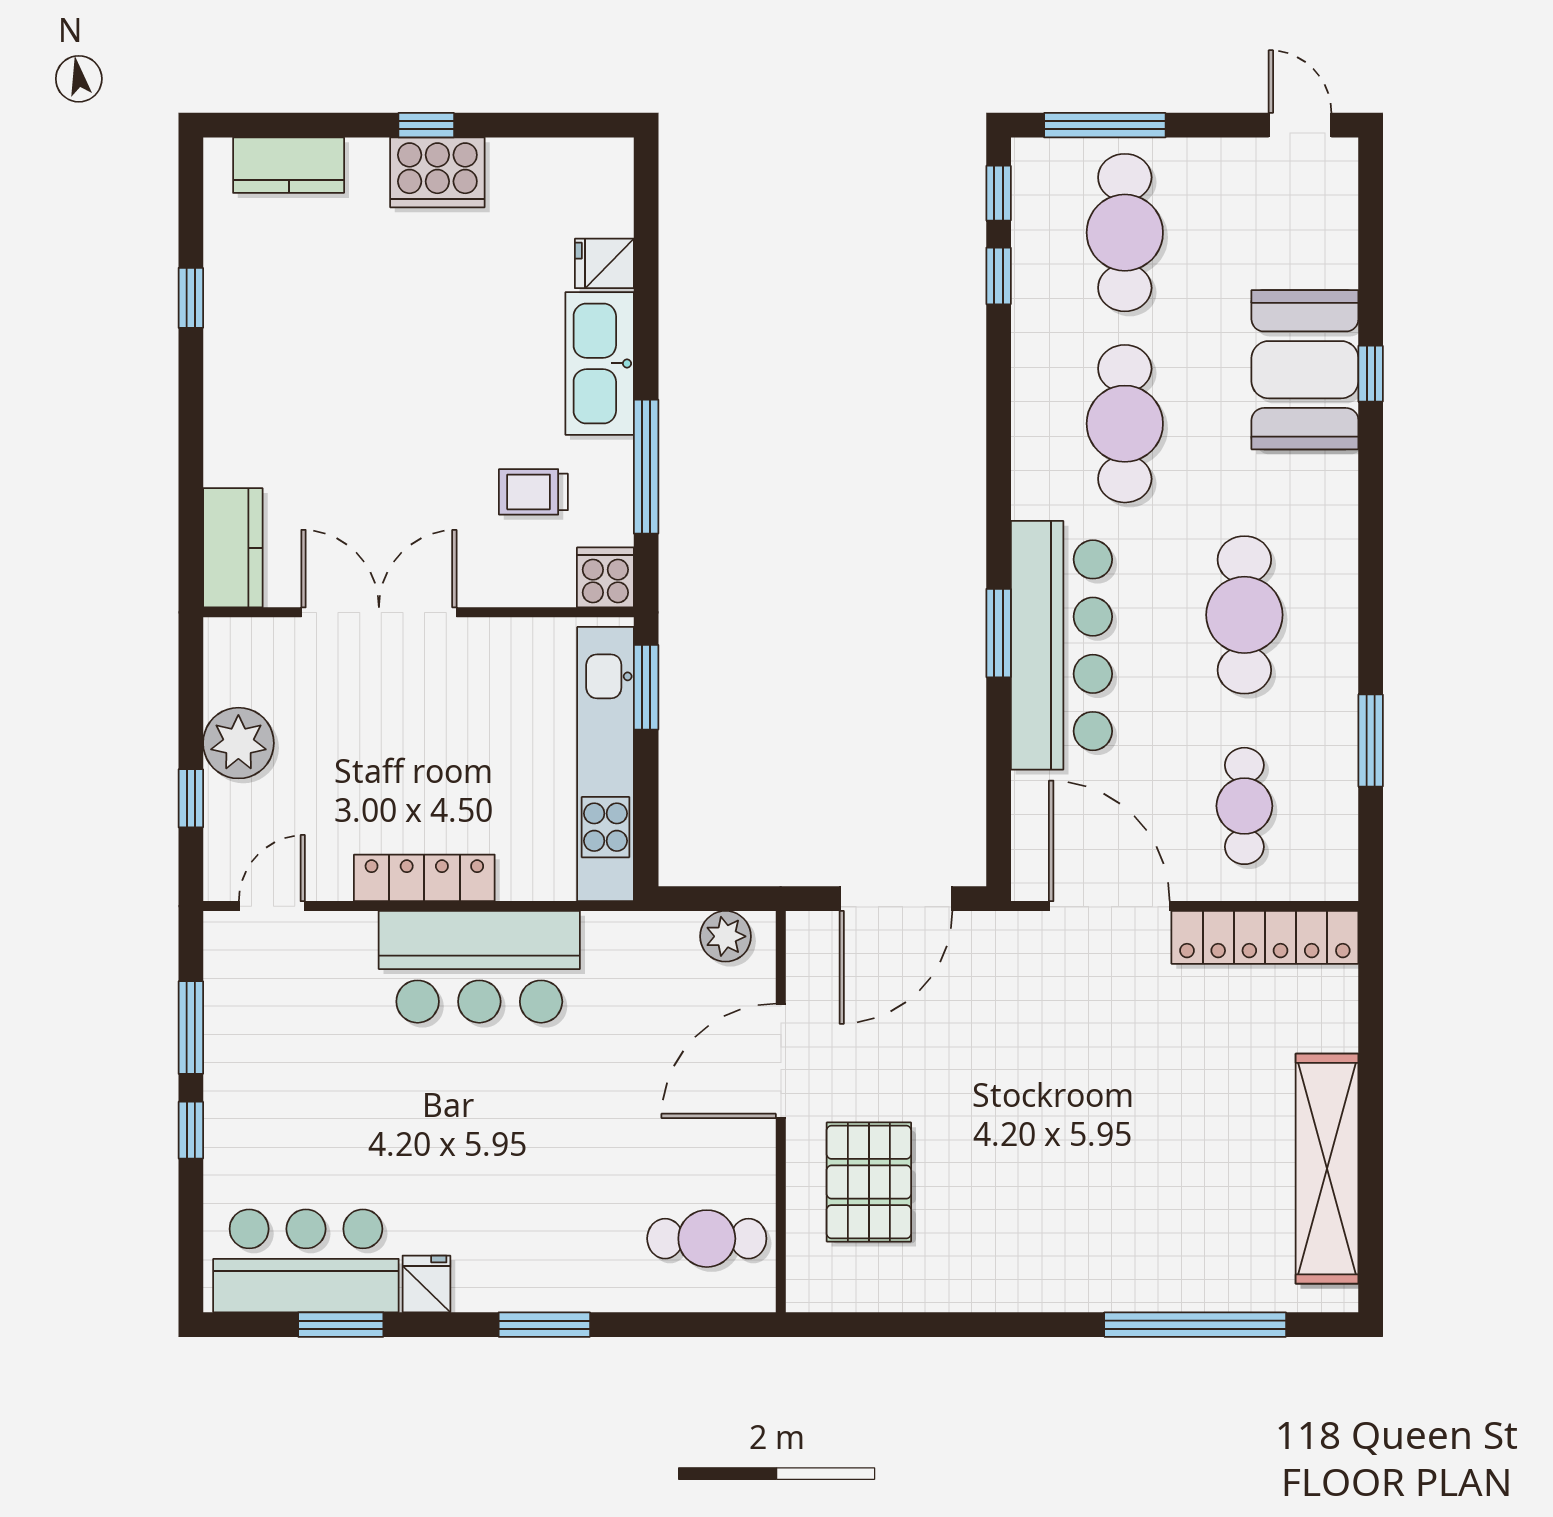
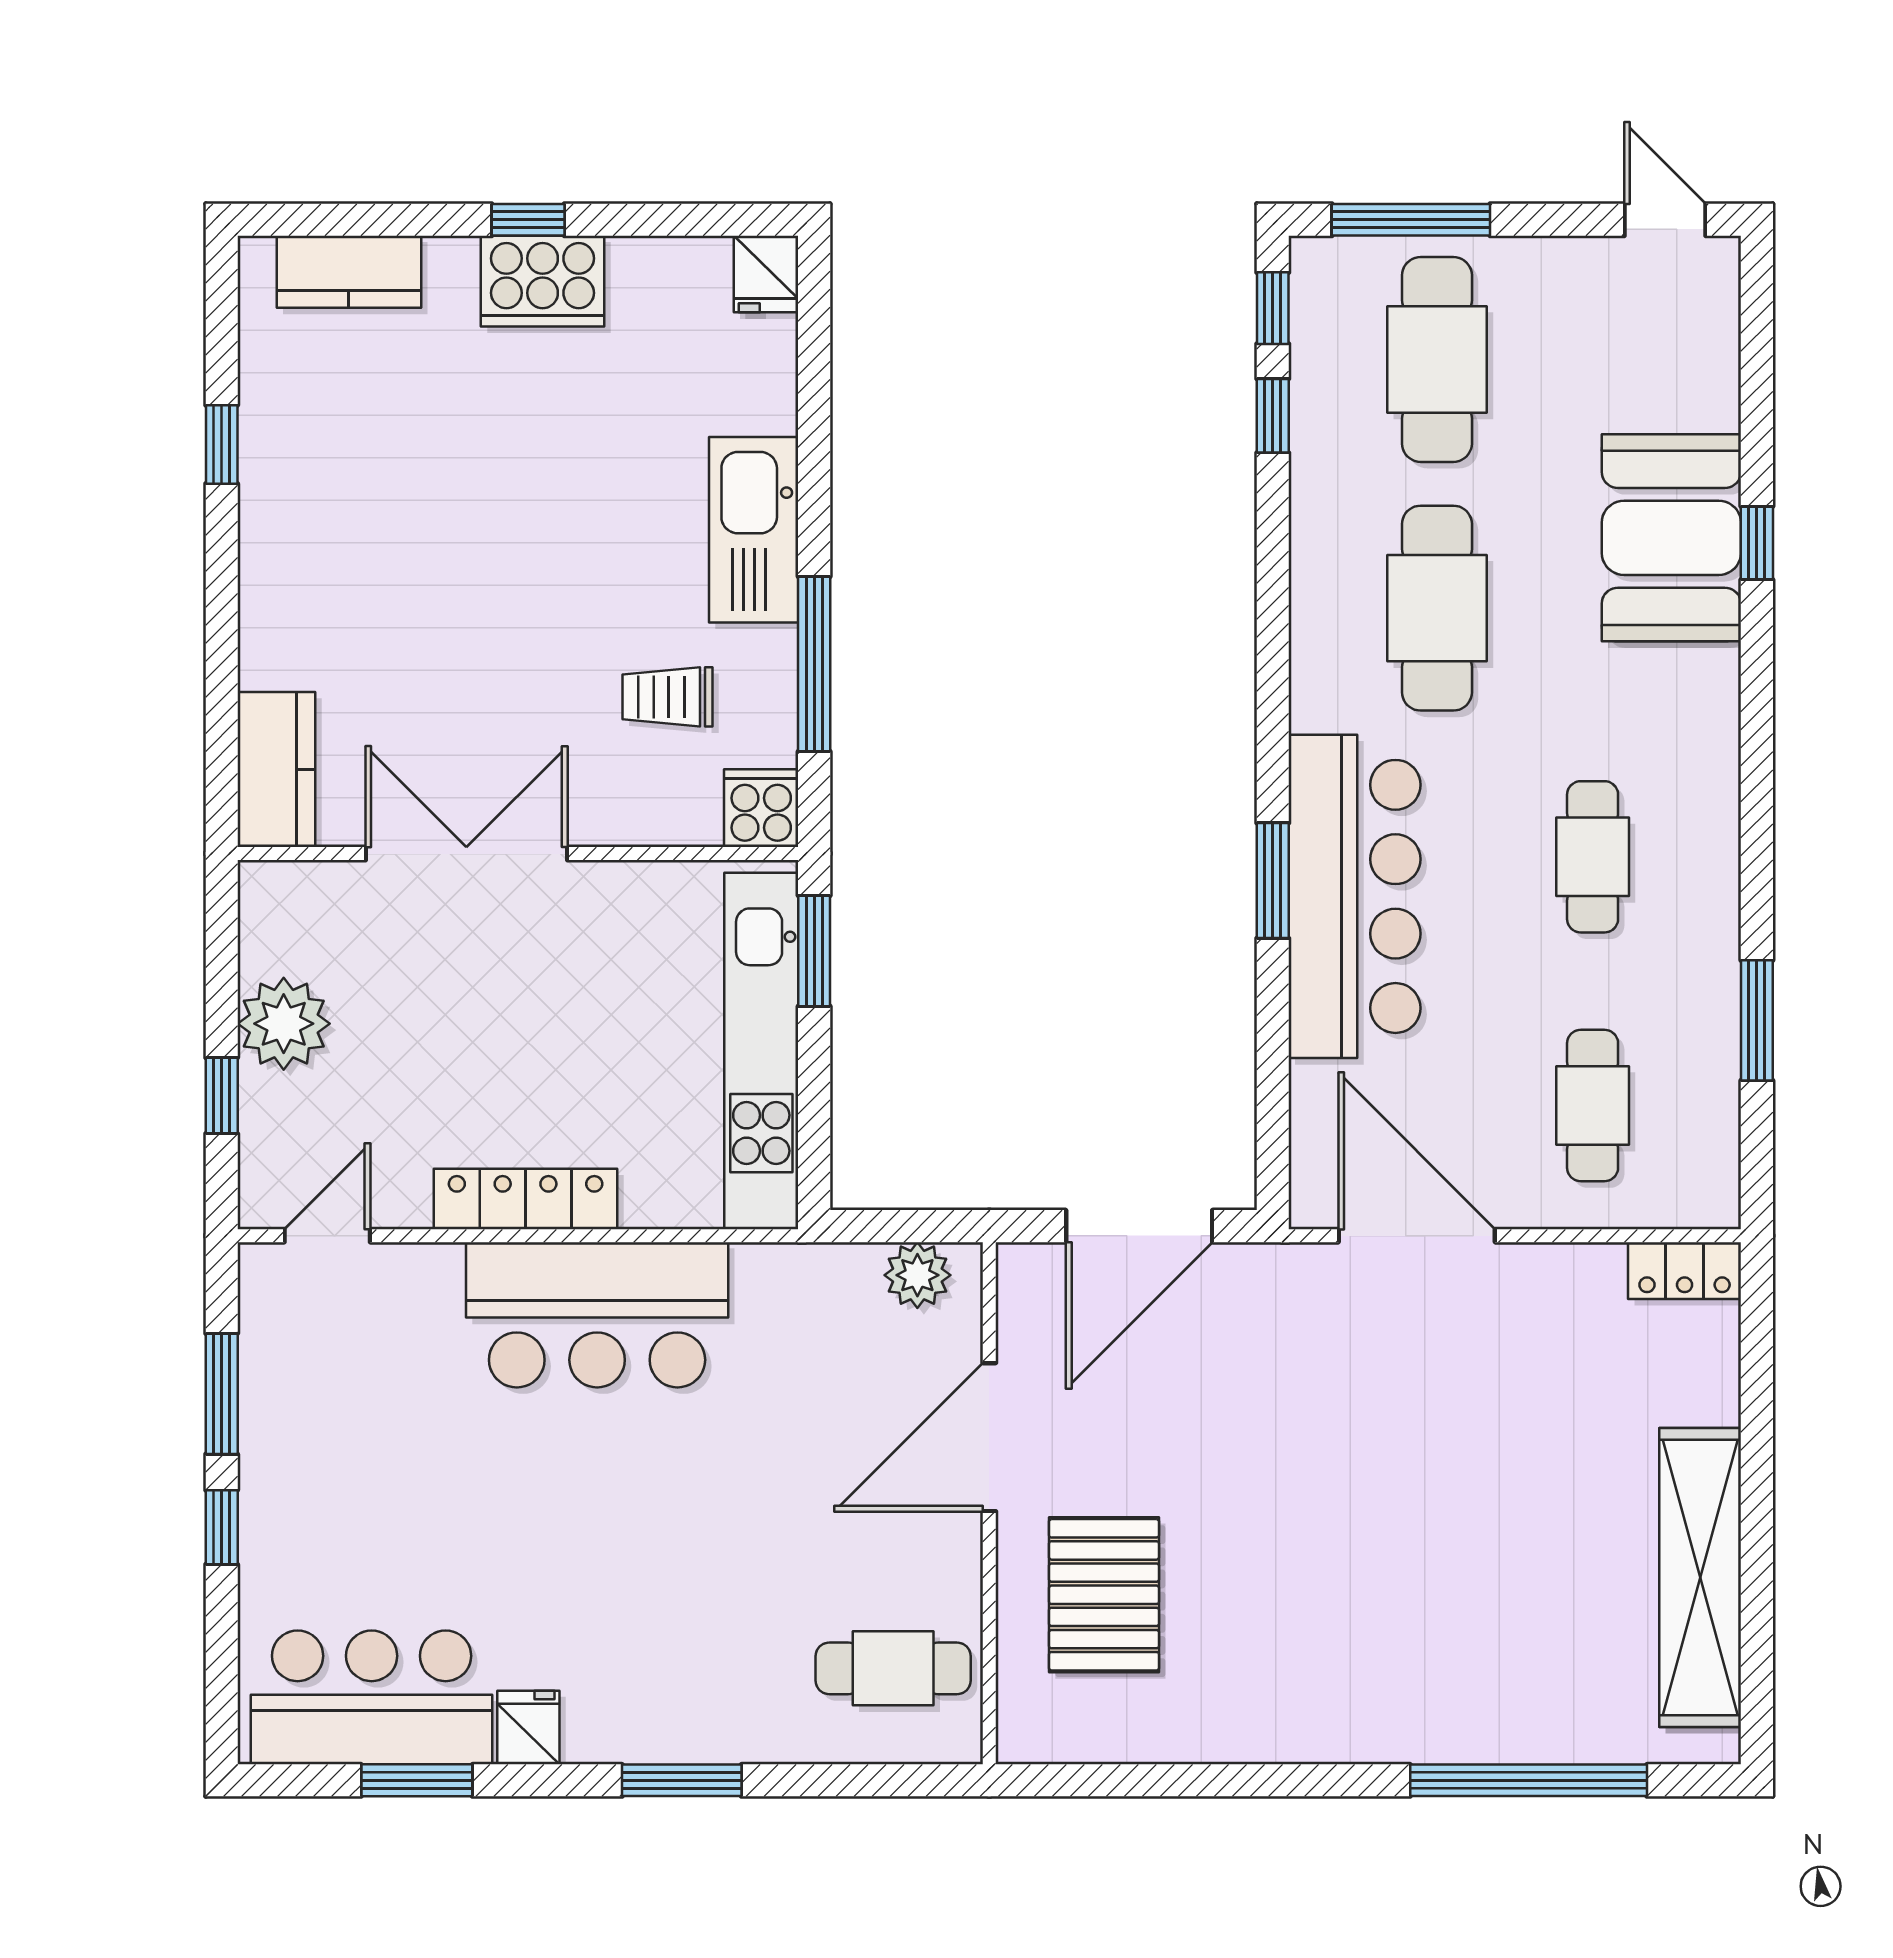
fridge: (604, 263) -> (766, 274), moved, turned -90
cafe table: (1244, 615) -> (1593, 857), width x0.73, depth x0.74
locker: (1265, 937) -> (1685, 1271), width x0.46, depth x0.83

